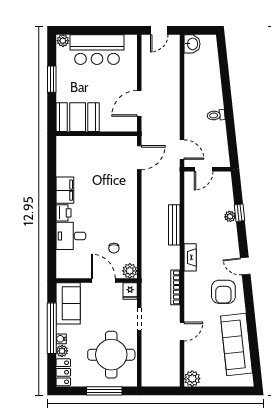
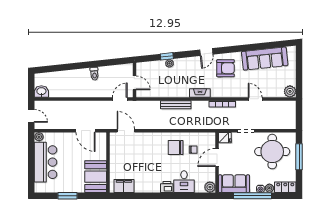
plant: (63, 41) -> (39, 137), moved
filing cabinet: (65, 190) -> (124, 186), moved
chair: (117, 225) -> (176, 148), added
plant: (130, 271) -> (210, 187), moved

